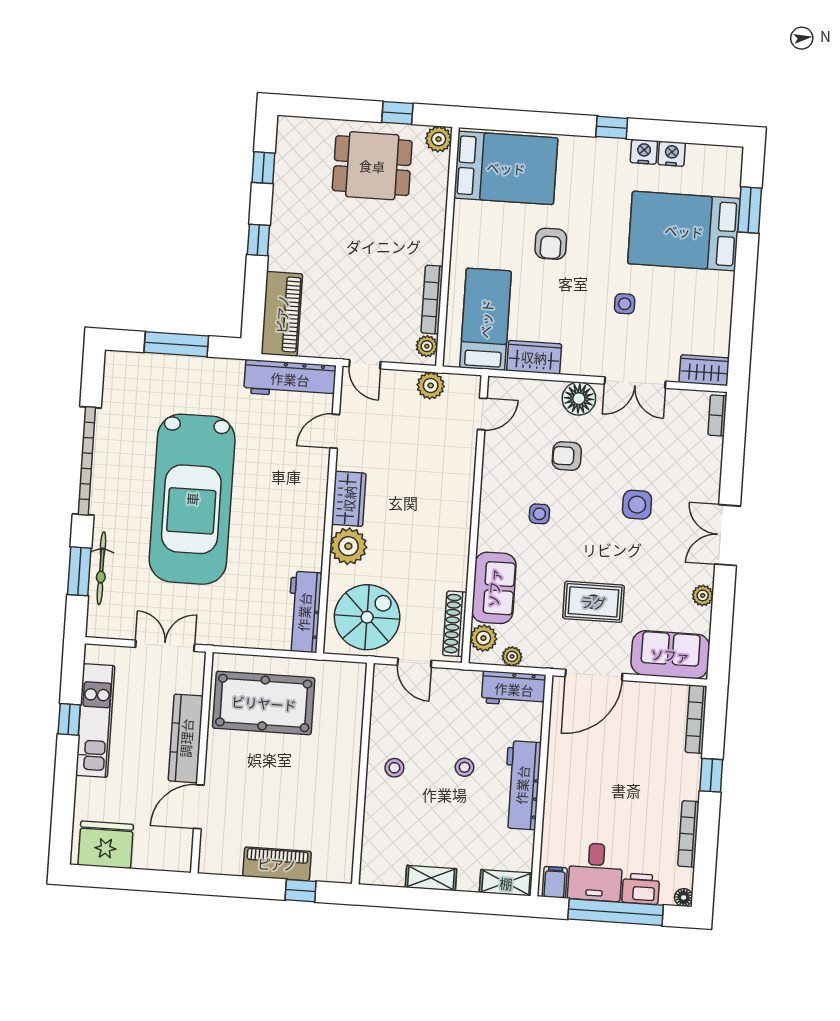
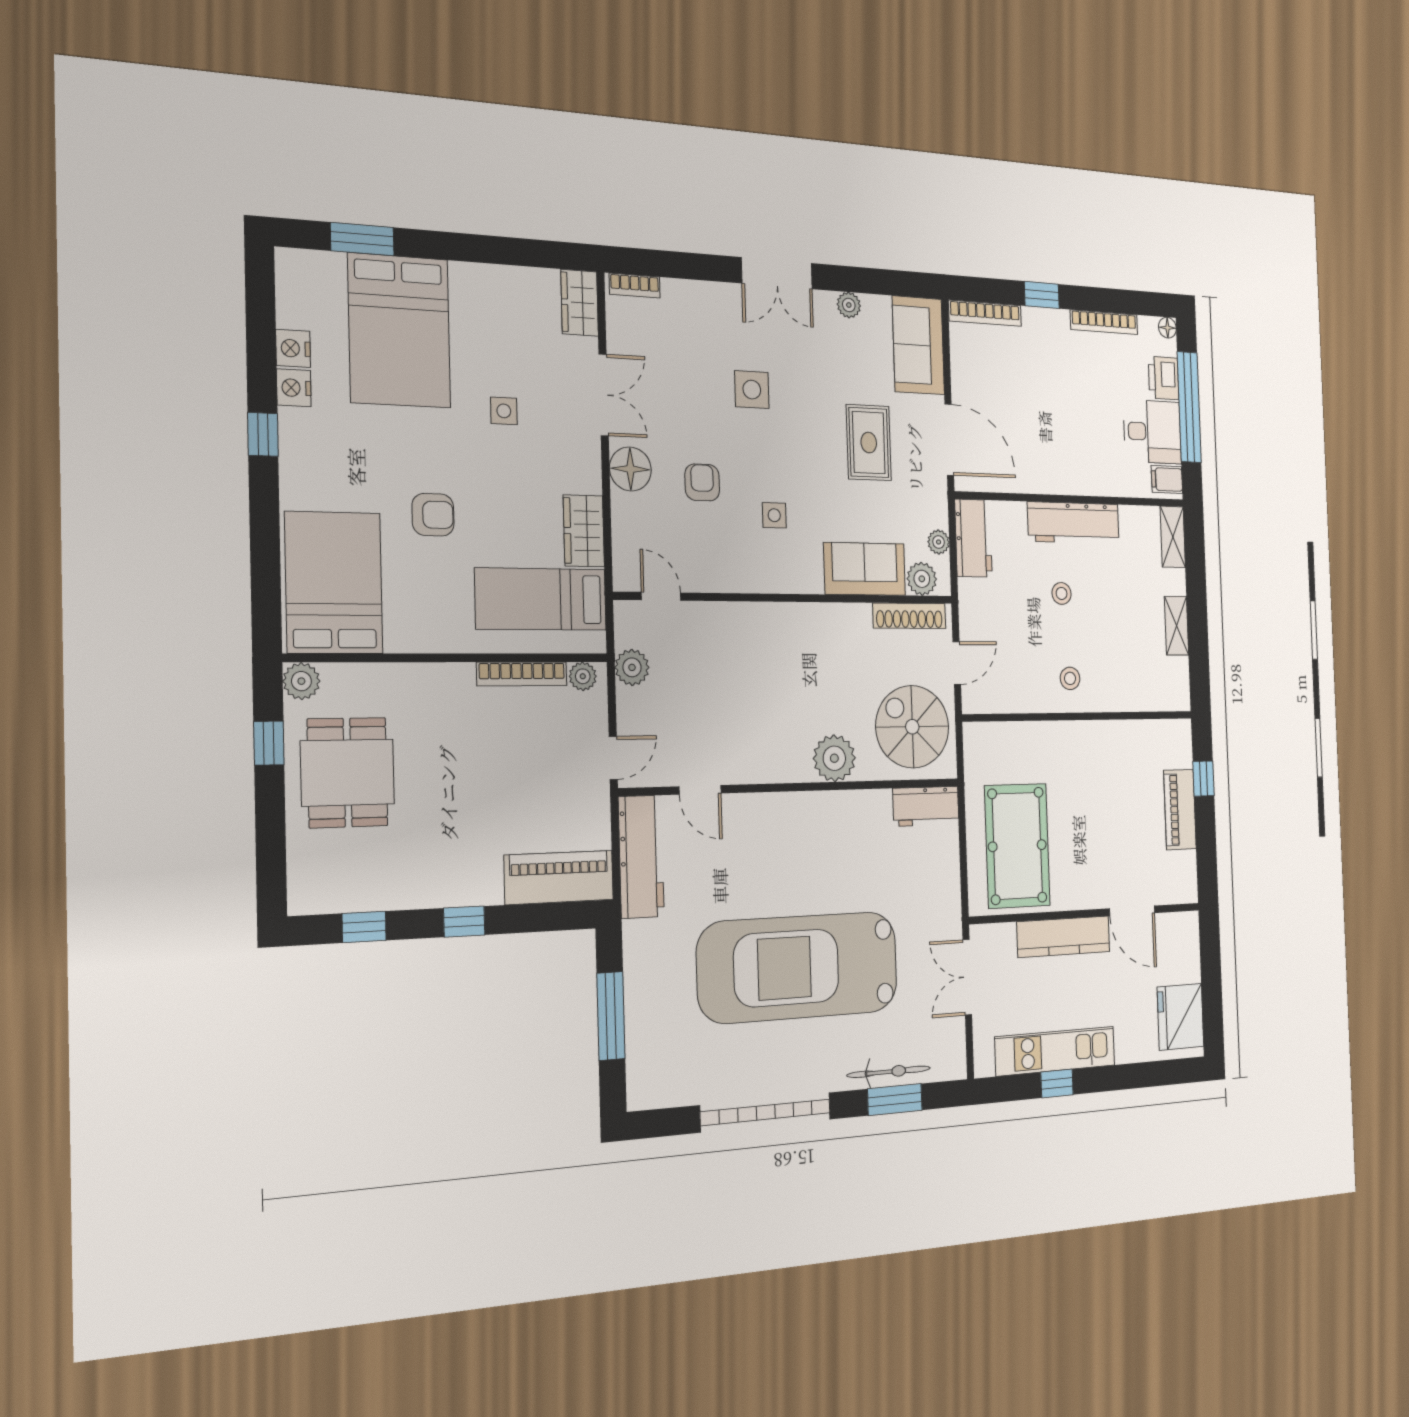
armchair: (567, 456) -> (702, 482), turned 180
car: (192, 499) -> (798, 967), turned 180
wardrobe: (349, 499) -> (779, 763), removed
workbench: (304, 612) -> (926, 806), width x0.73

